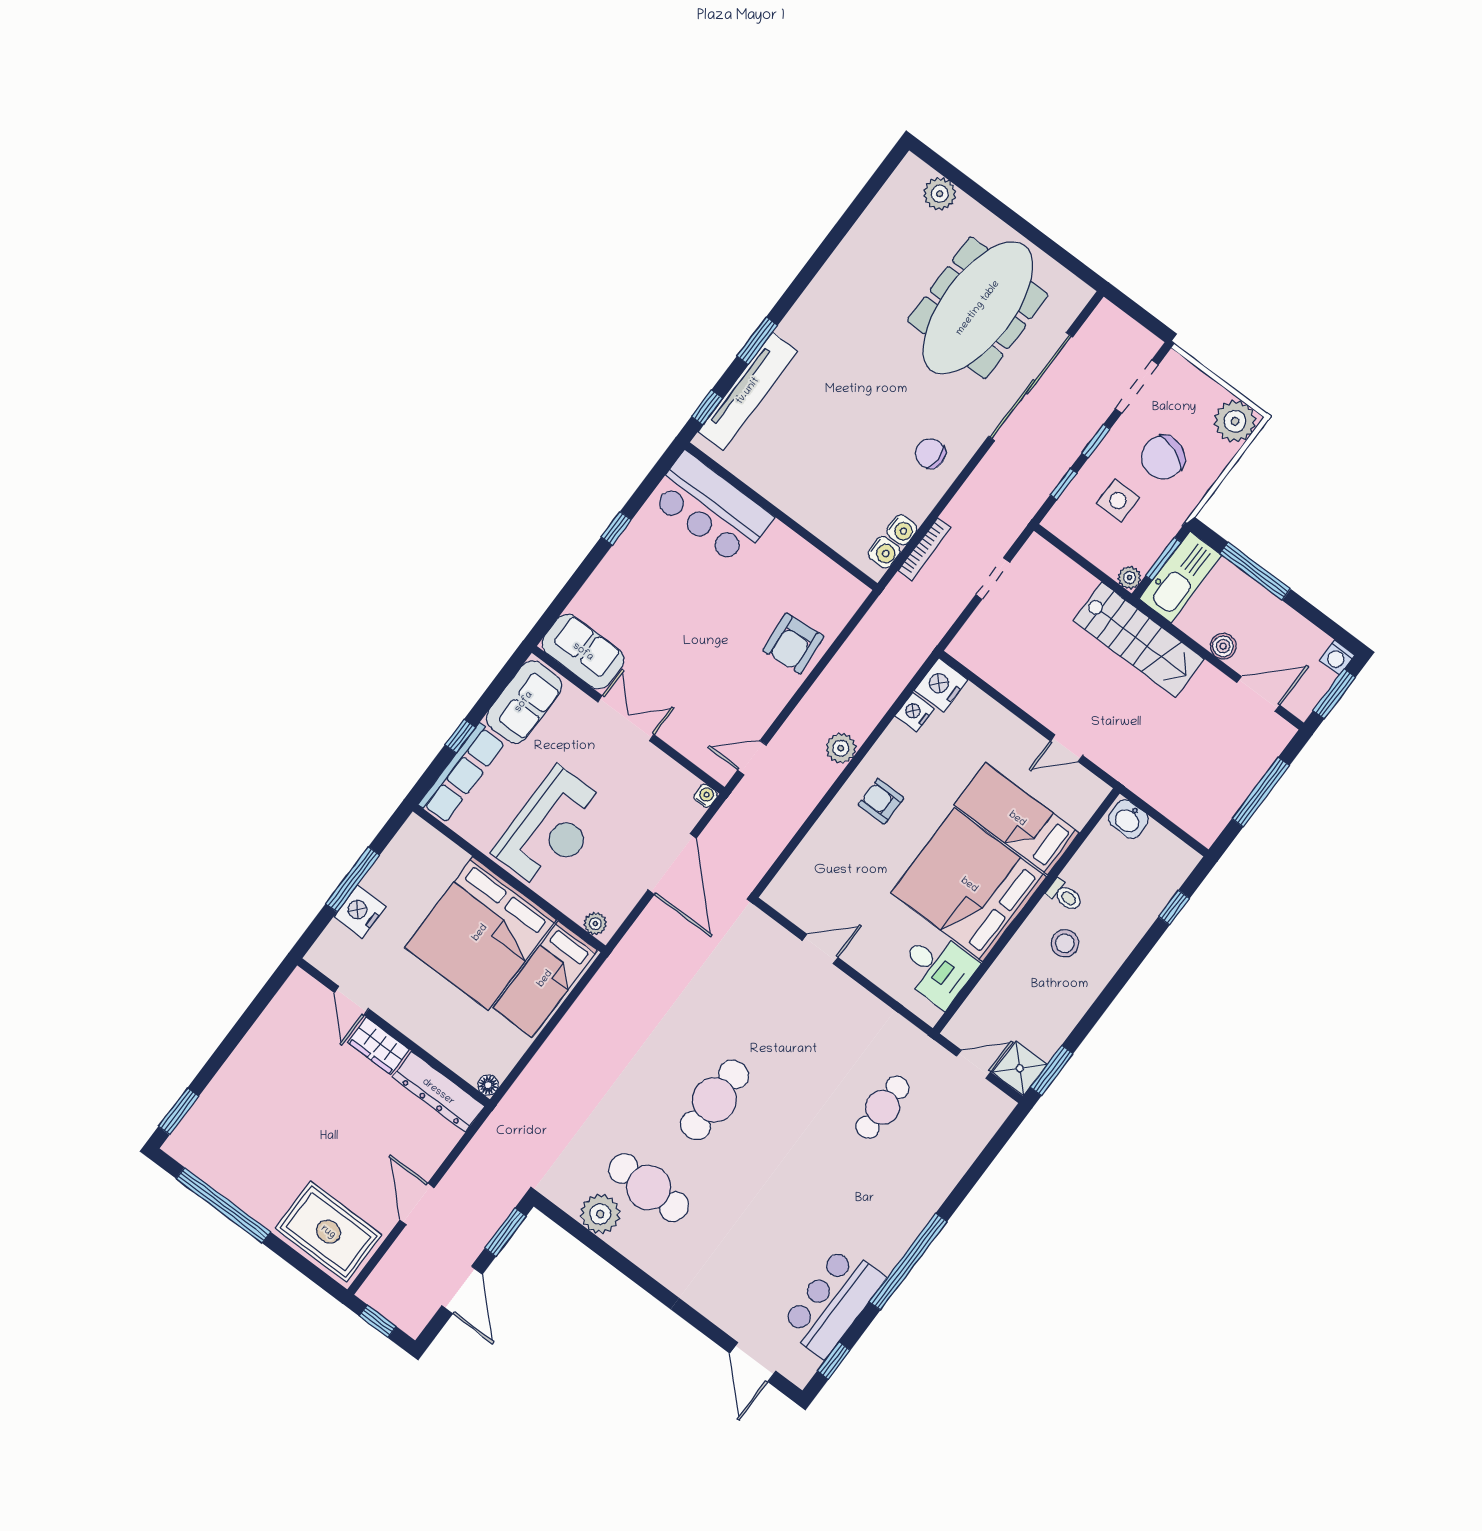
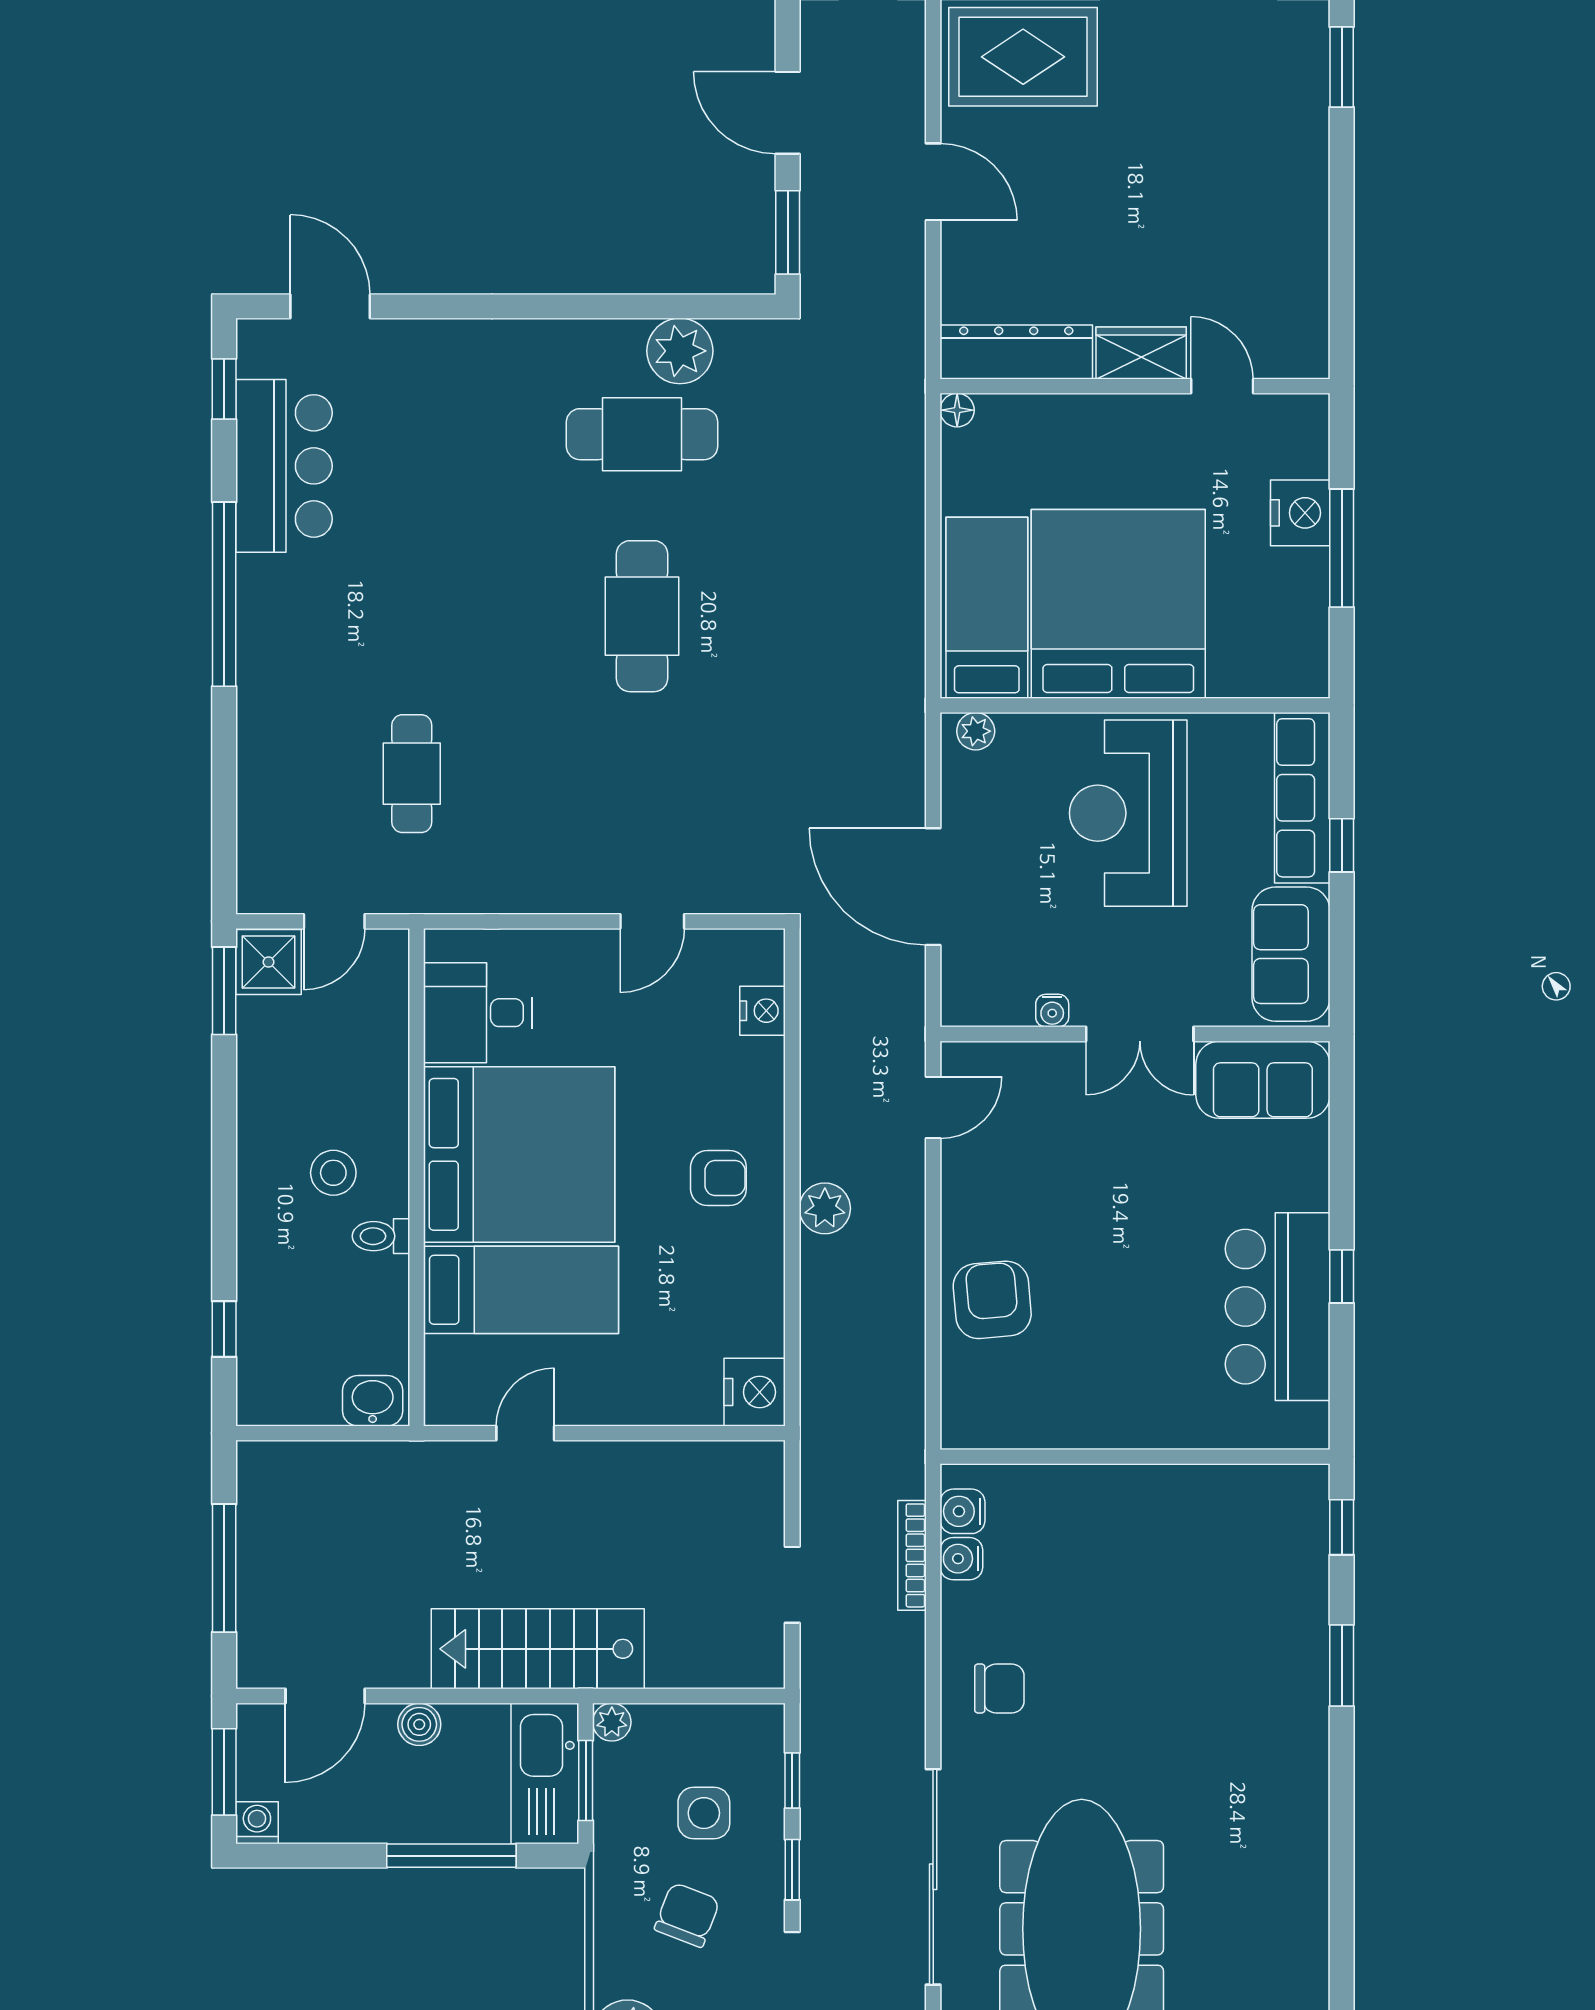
tv unit: (748, 391) -> (1303, 1589), removed
chair: (1163, 457) -> (687, 1915), width x0.73, depth x0.73
bar counter: (711, 508) -> (1278, 1307), moved, turned -90
nightstand: (915, 712) -> (763, 1011), moved
water cooler: (706, 796) -> (1052, 1011), moved

